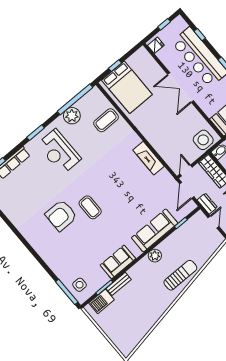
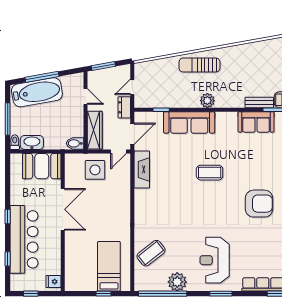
bed: (127, 87) -> (109, 266), width x0.67
double door: (181, 88) -> (63, 209), moved
coffee table: (106, 120) -> (151, 253), turned -38
side table: (203, 140) -> (95, 170), moved
reception desk: (59, 152) -> (215, 260), turned 180
fireplace: (149, 158) -> (142, 169), moved
coffee table: (90, 207) -> (210, 173), moved, turned 90
sofa: (118, 262) -> (256, 122), moved

